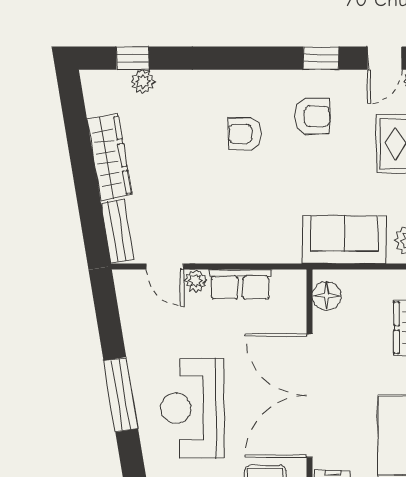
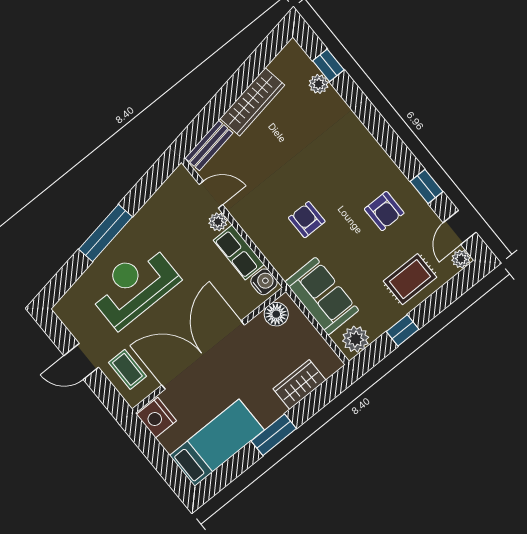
door: (385, 58) -> (460, 227), hinge flipped
armchair: (245, 134) -> (307, 220), moved
door: (165, 267) -> (211, 195), swing flipped
water cooler: (287, 283) -> (264, 282), added

